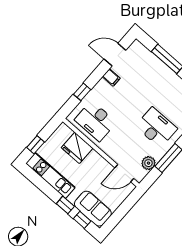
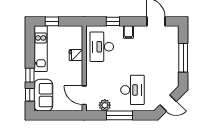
filing cabinet: (111, 77) -> (128, 32), moved
fridge: (77, 148) -> (76, 55), width x0.53, depth x0.75

